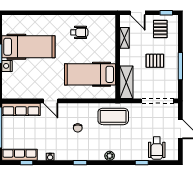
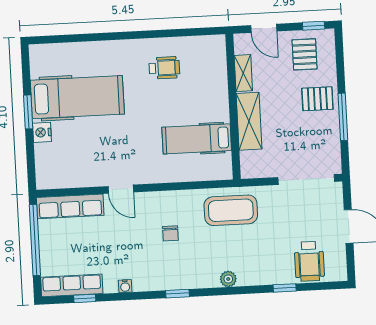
pallet: (155, 61) -> (317, 99), moved
hospital bed: (90, 74) -> (197, 139), width x0.73, depth x0.78
shelving: (126, 82) -> (249, 121), moved

